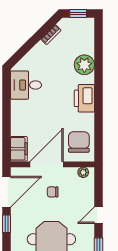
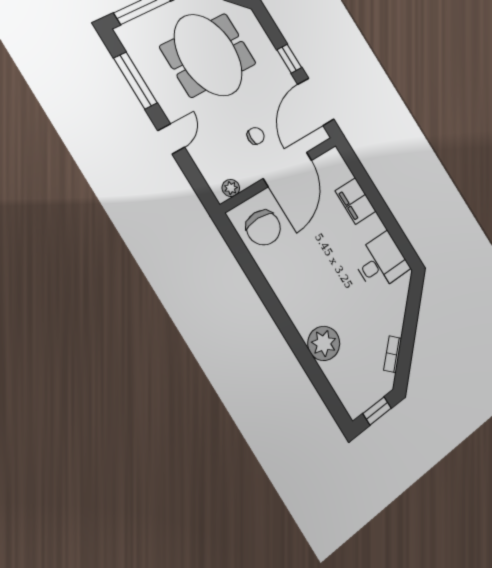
printer: (84, 98) -> (294, 295), removed
filing cabinet: (19, 149) -> (356, 201), moved

